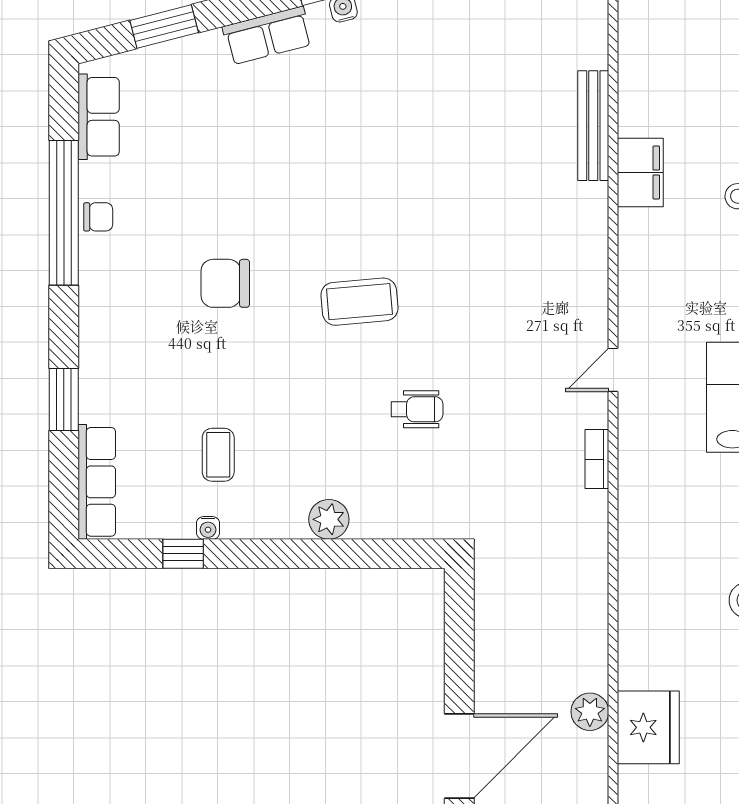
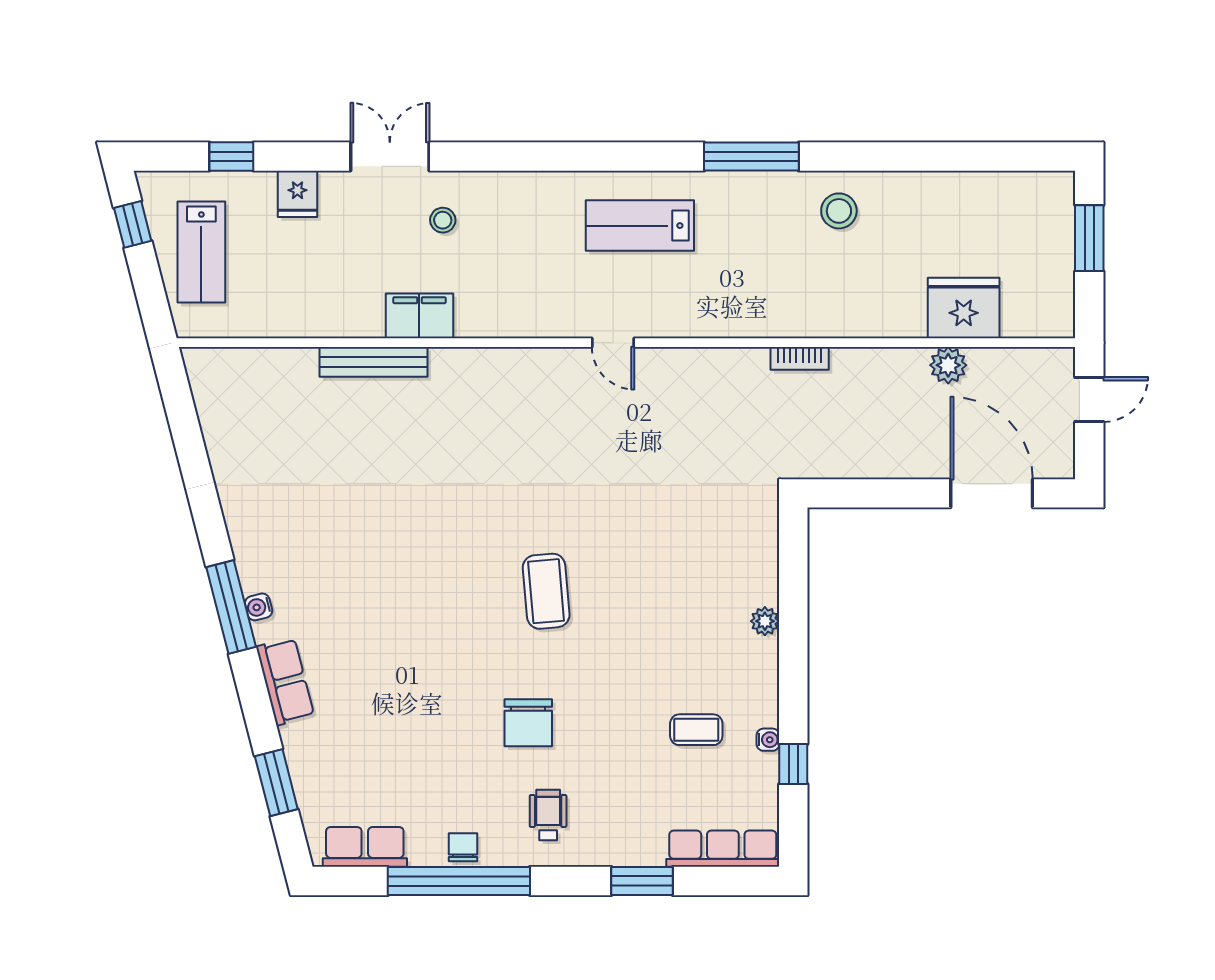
wheelchair: (417, 409) -> (548, 815), moved
bookcase: (597, 459) -> (800, 358), moved
plant: (329, 519) -> (765, 621), width x0.73, depth x0.73

